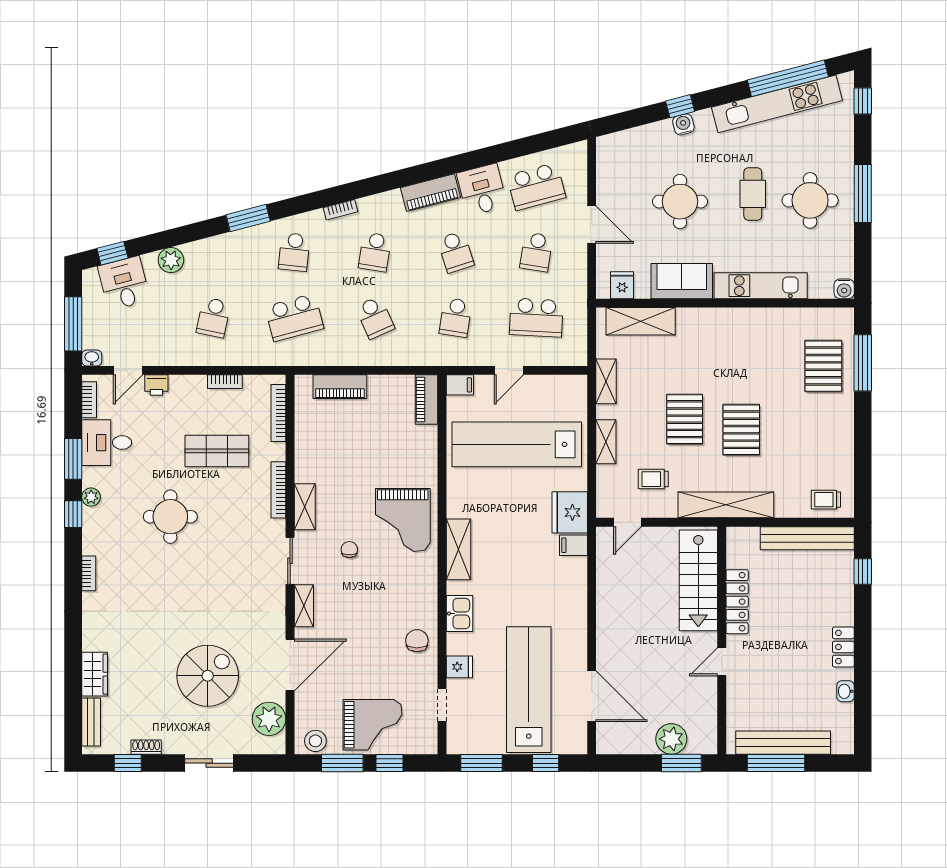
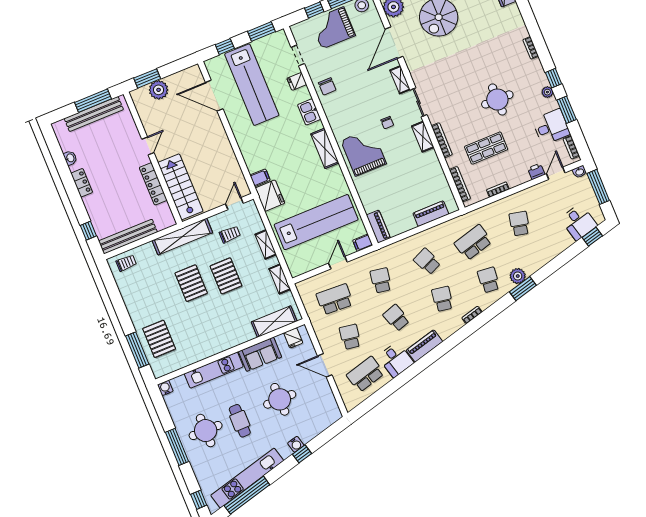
plant: (171, 260) -> (518, 276), moved

